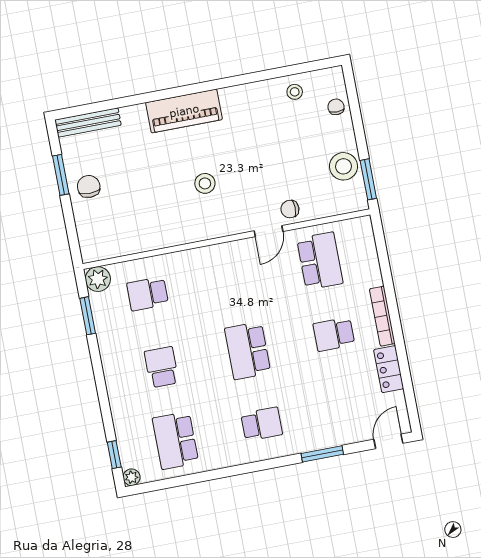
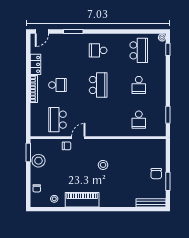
piano: (184, 111) -> (82, 200), moved
plant: (98, 279) -> (160, 131), removed
school desk: (148, 294) -> (139, 120), turned 90

